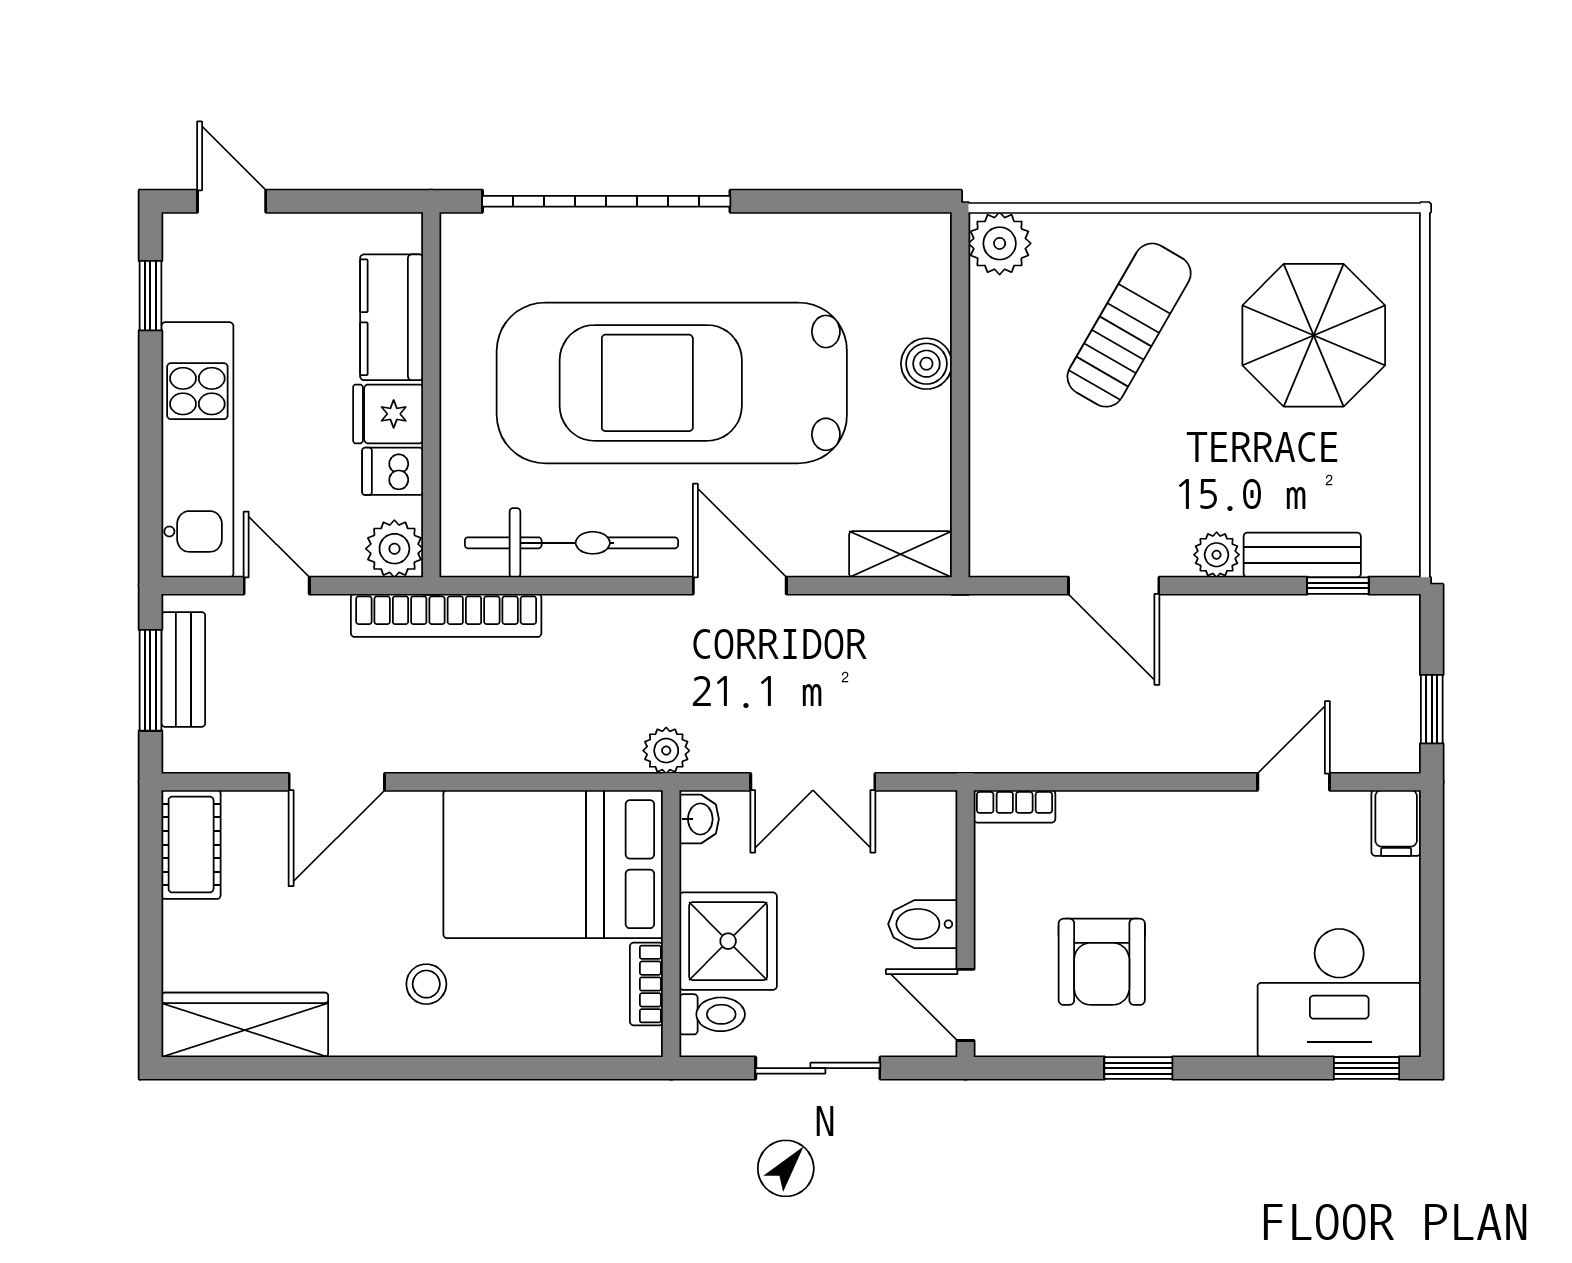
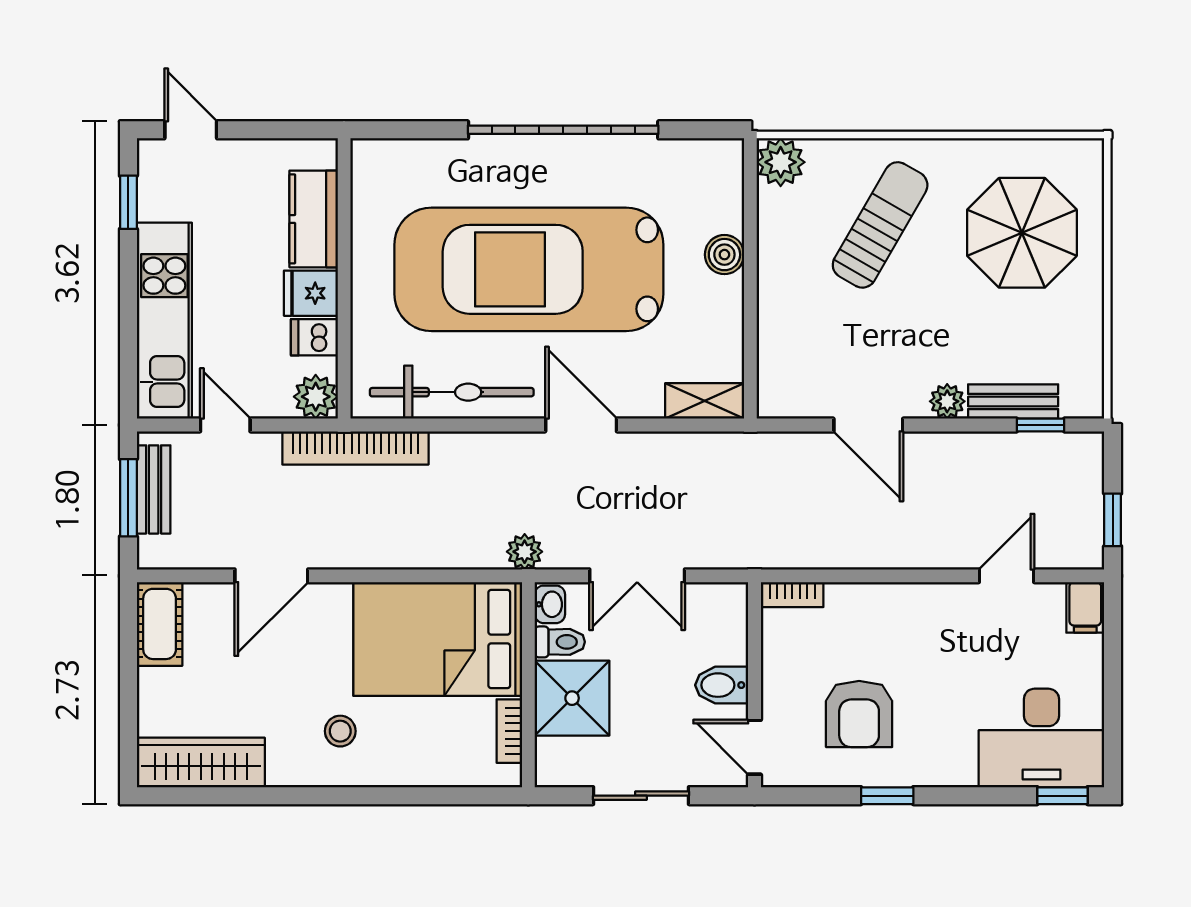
garage door: (606, 201) -> (563, 130), moved
toilet: (712, 1014) -> (560, 642), moved

